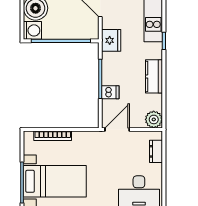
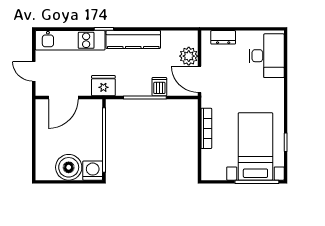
kitchen counter: (154, 76) -> (133, 40), width x1.50
plant: (154, 119) -> (189, 56), moved
bookcase: (53, 136) -> (206, 128), moved

